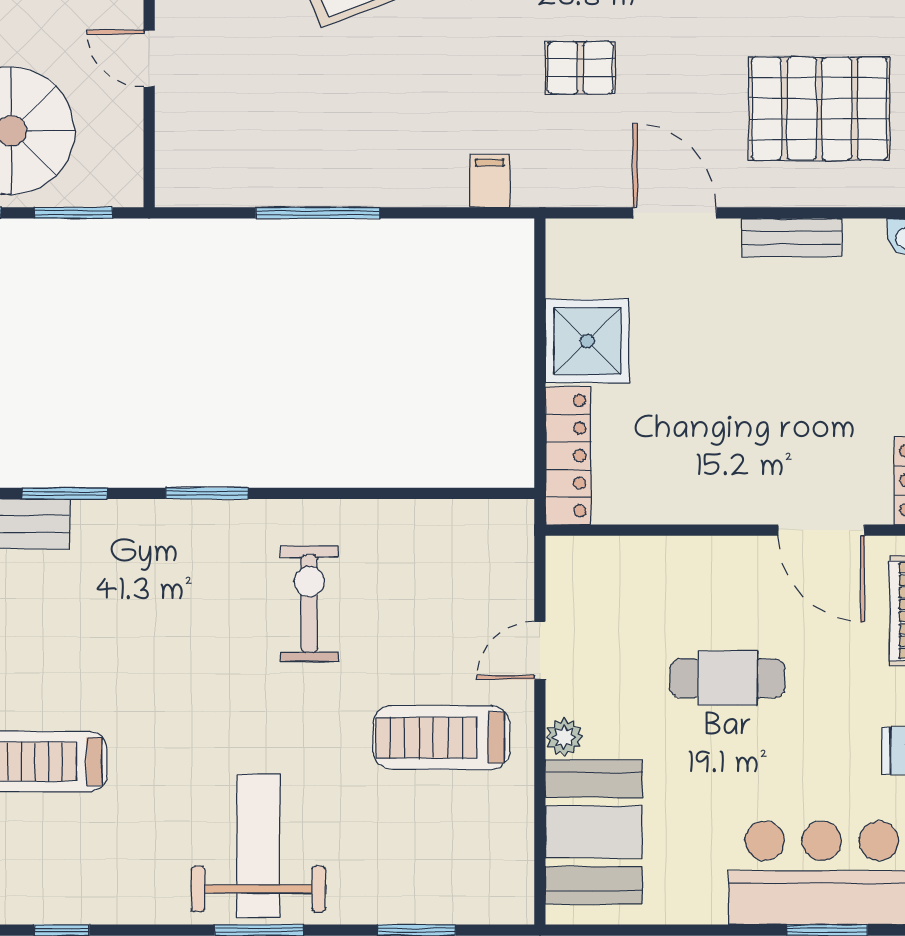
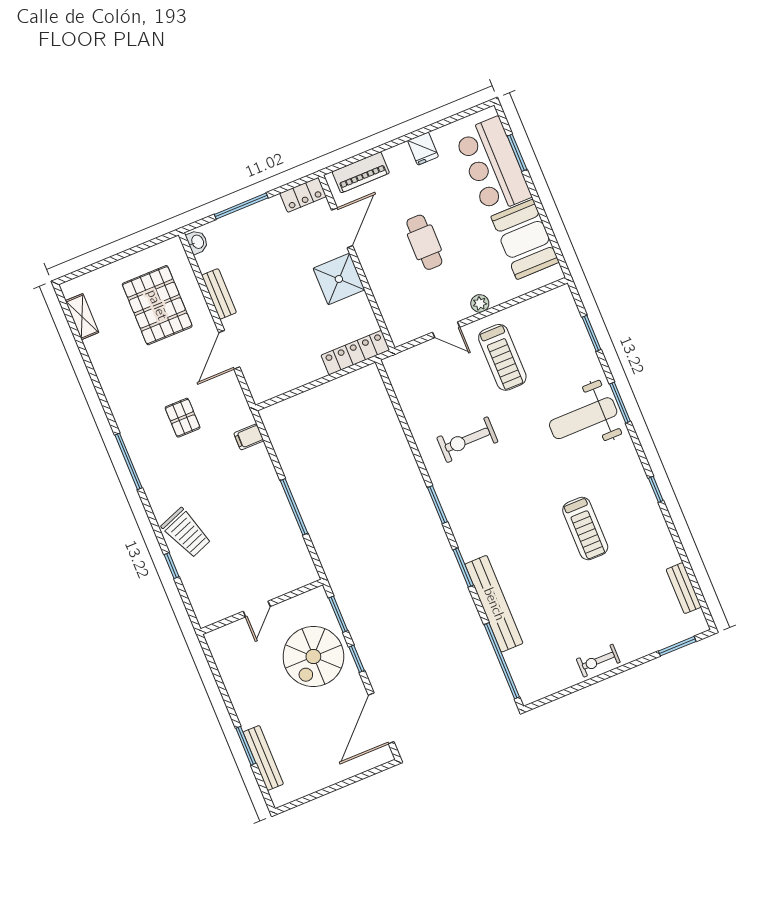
shower: (587, 341) -> (339, 279), moved
booth: (594, 832) -> (525, 239), moved, turned 90

